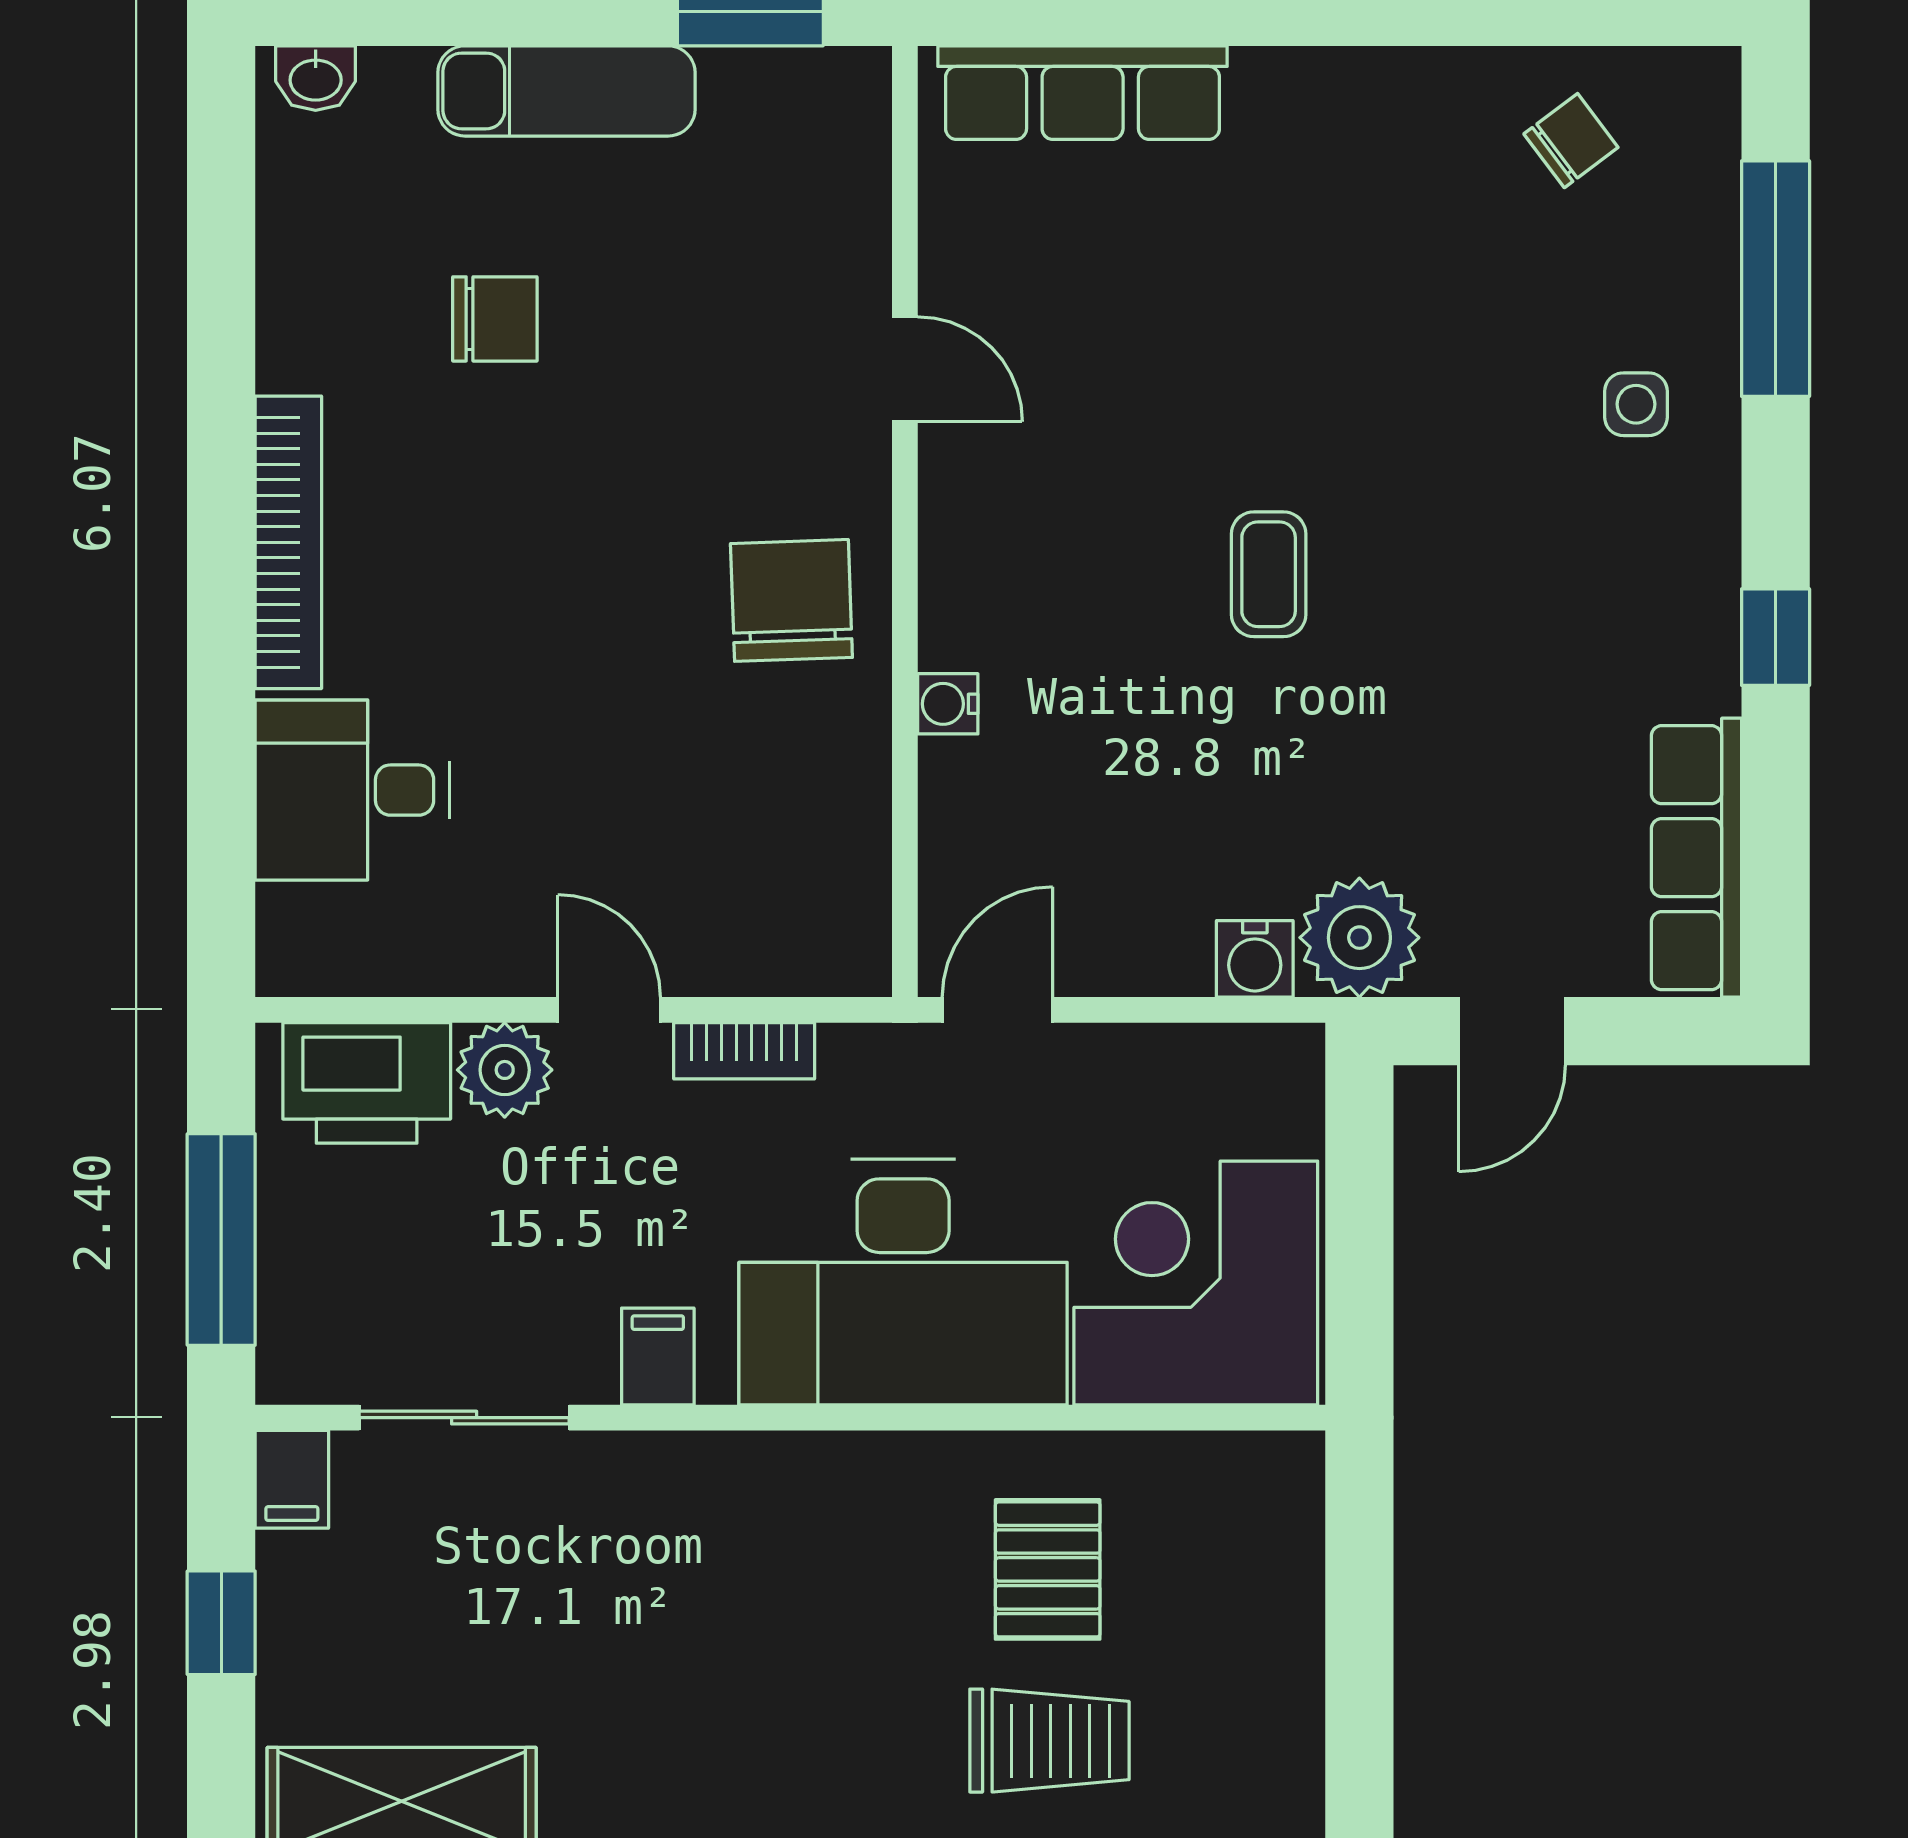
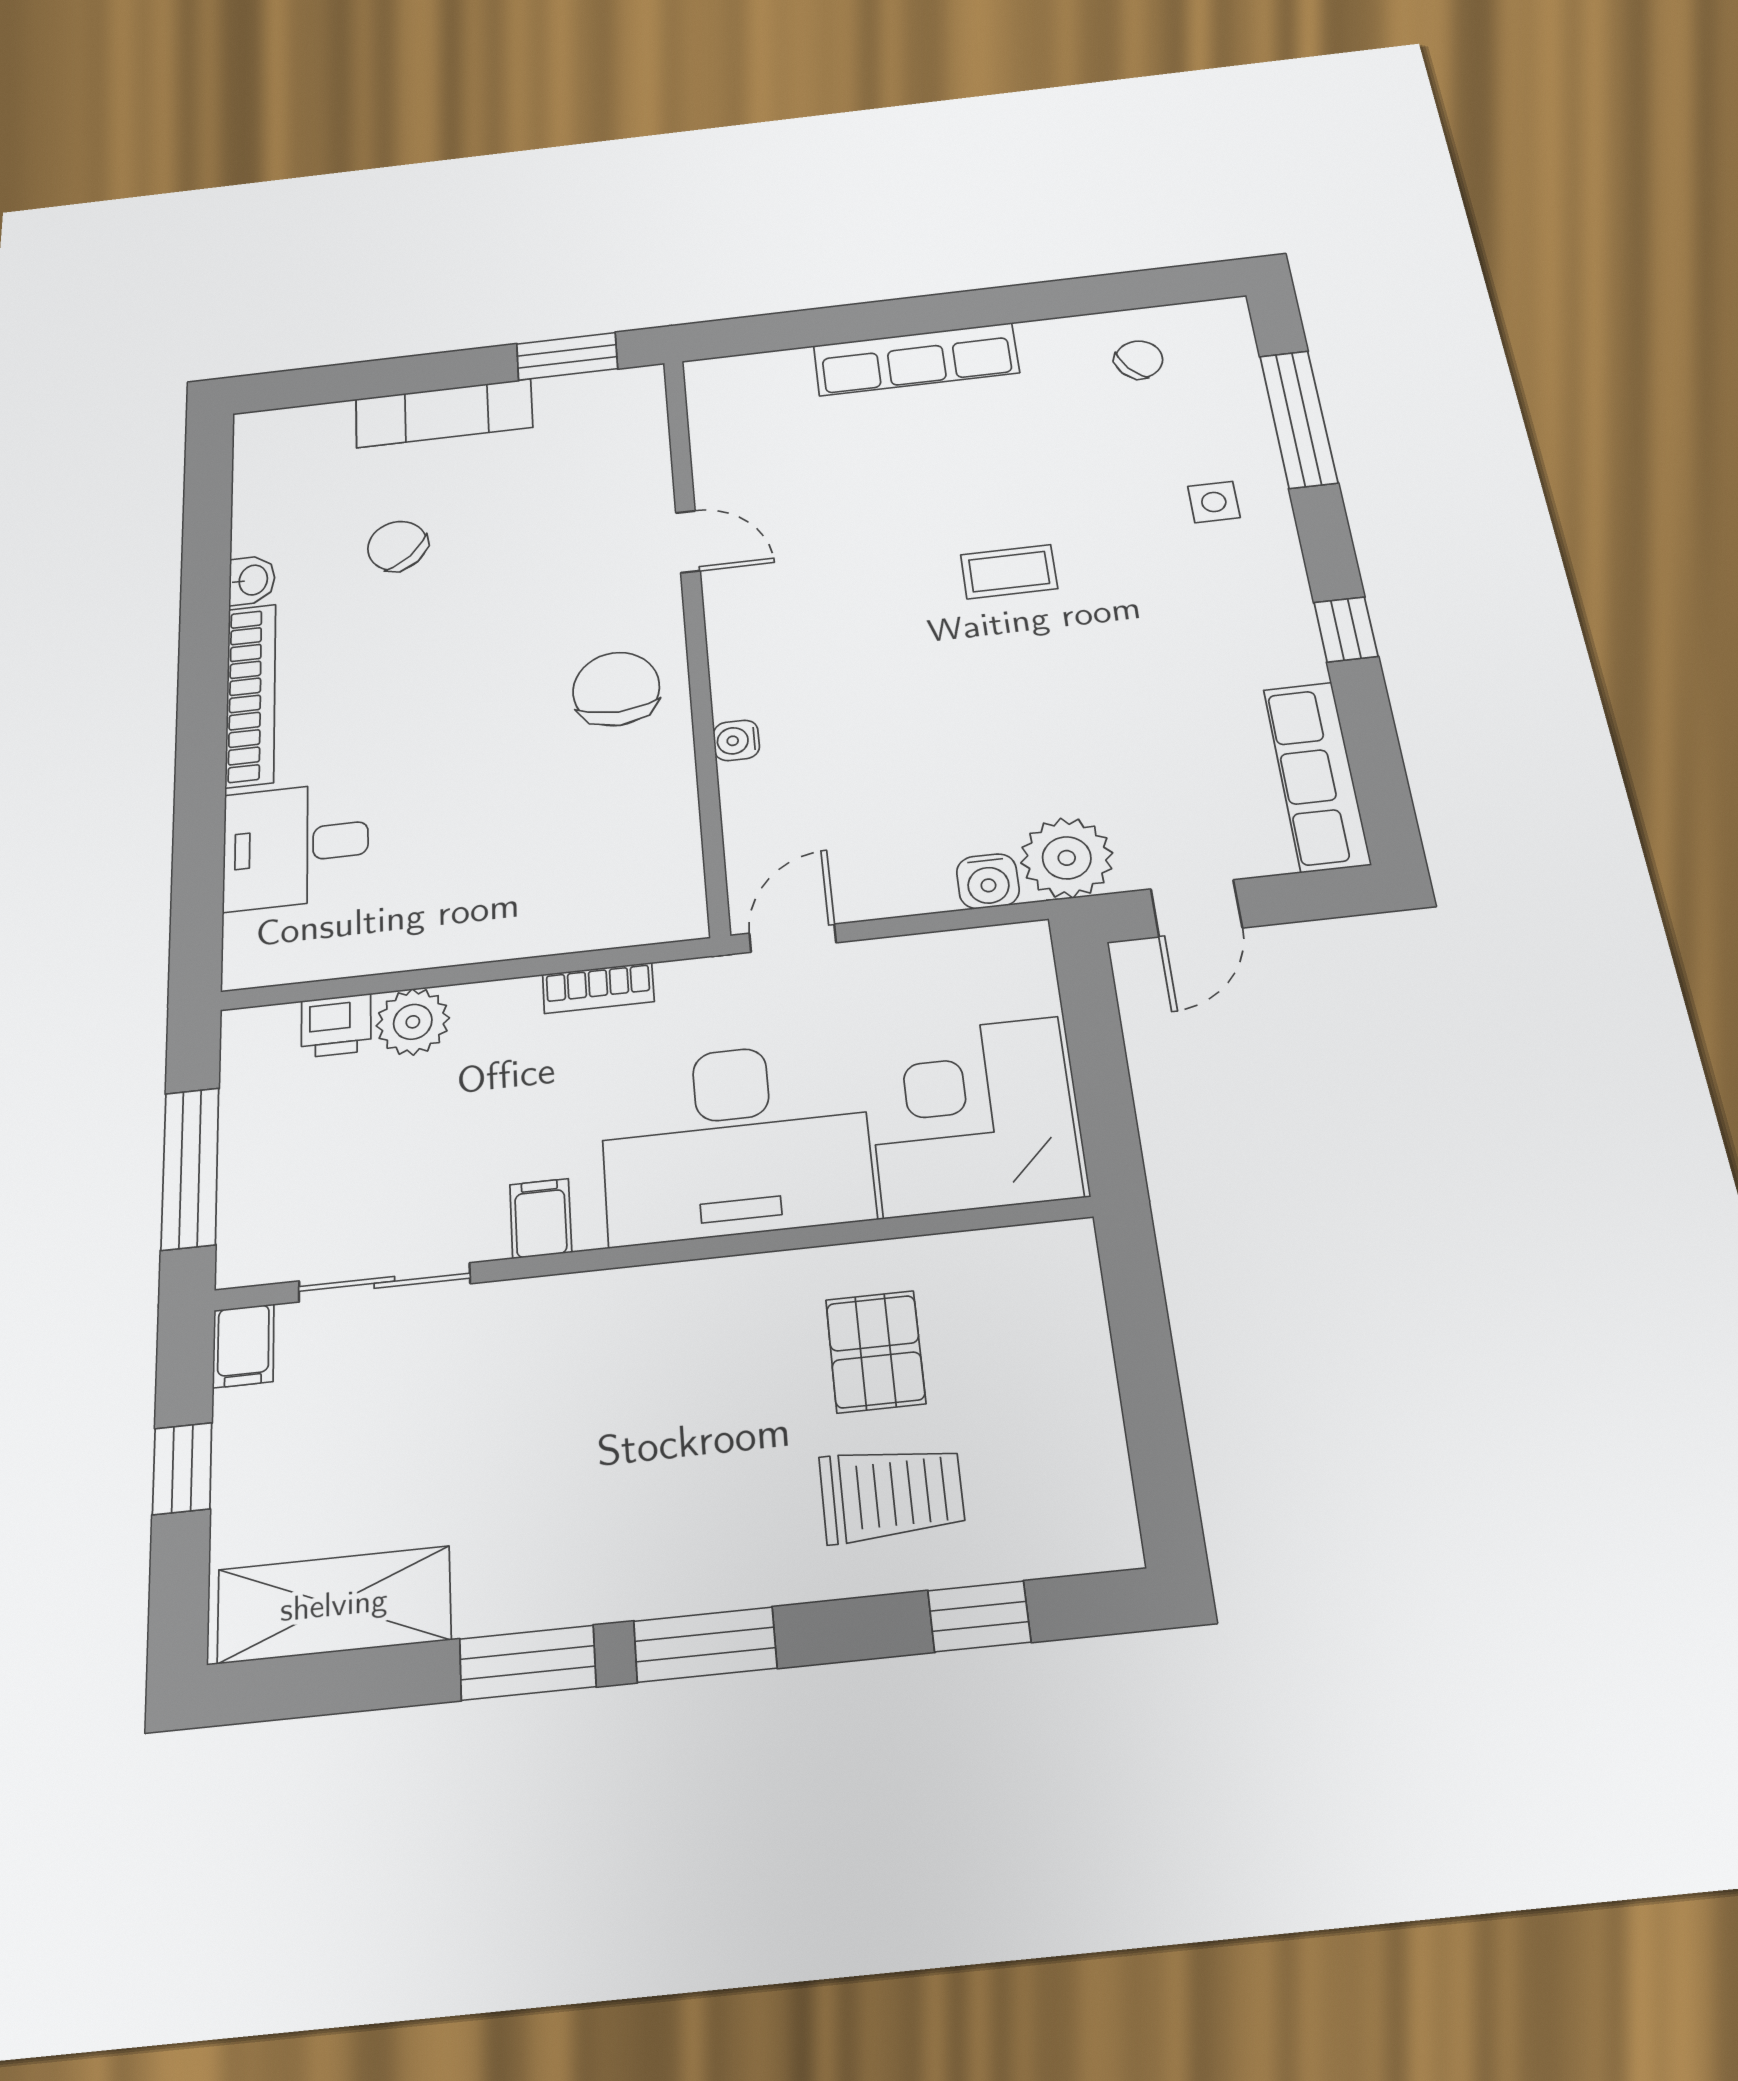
washbasin: (316, 78) -> (252, 580), moved, turned -90
row of seats: (1083, 93) -> (916, 359), moved
chair: (495, 319) -> (397, 546), turned -133
coffee table: (1269, 574) -> (1009, 572), moved, turned 90
door: (609, 1010) -> (492, 971), removed
printer: (367, 1083) -> (336, 1026), width x0.53, depth x0.68

